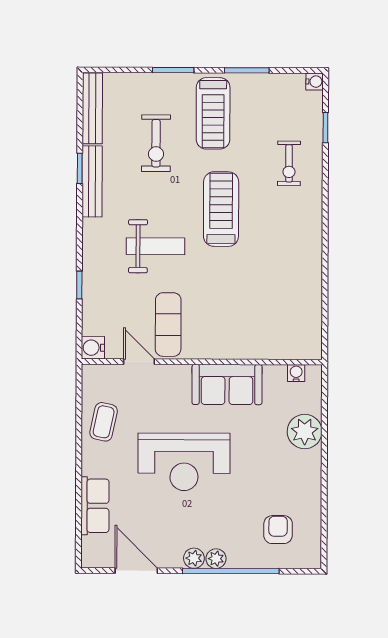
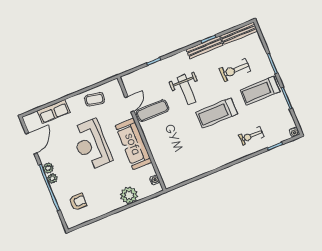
treadmill: (221, 209) -> (217, 113), turned 180
water cooler: (93, 348) -> (127, 80), removed
sofa: (227, 385) -> (133, 144), width x1.36

